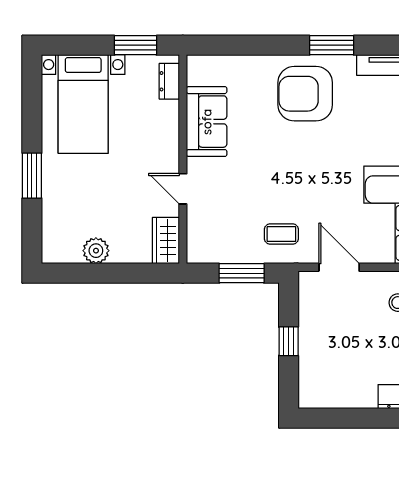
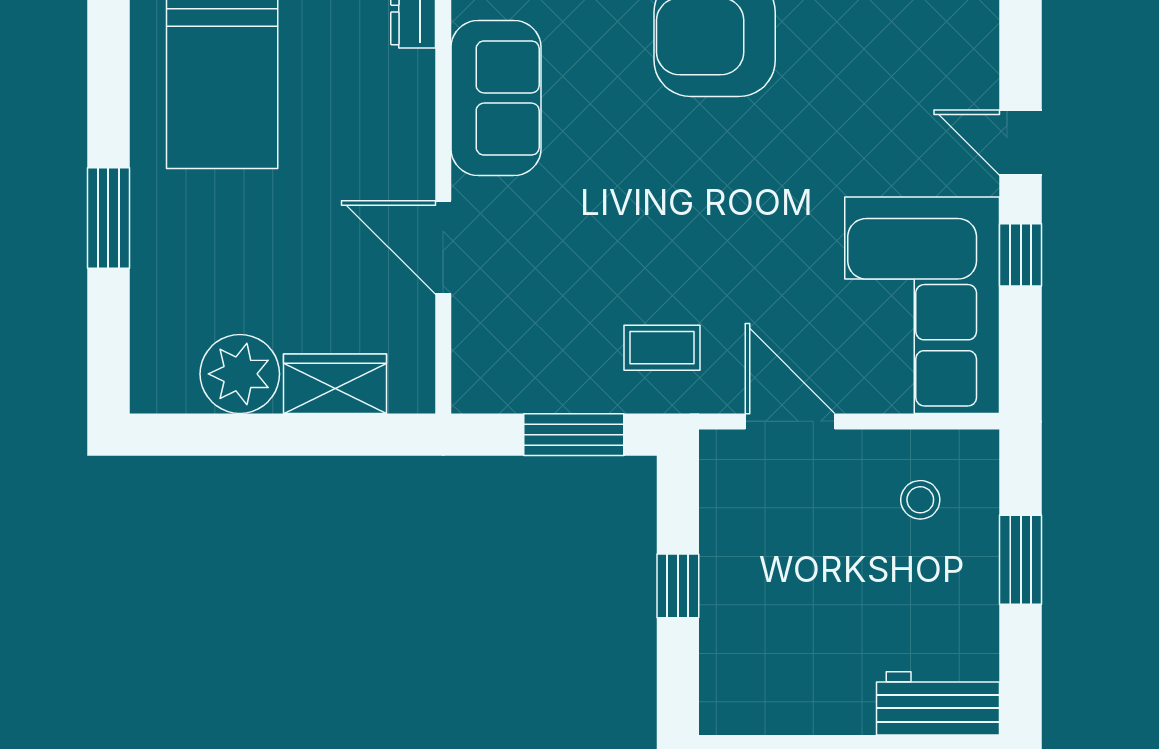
door: (183, 189) -> (443, 247), width x1.38
wardrobe: (166, 241) -> (335, 384), moved, turned 90
plant: (96, 251) -> (240, 374), width x1.36, depth x1.36

